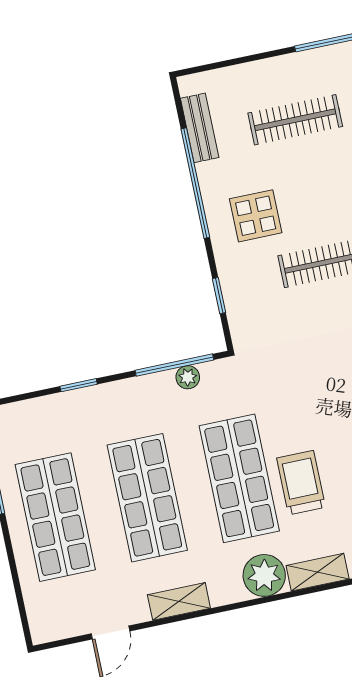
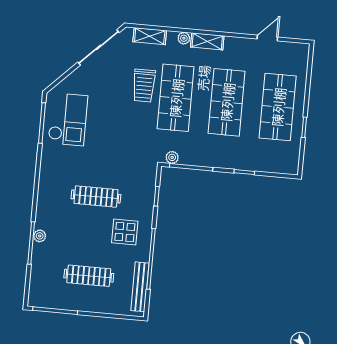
bench: (200, 128) -> (140, 287), width x1.36
plant: (188, 377) -> (172, 157), moved
plant: (264, 575) -> (184, 38), width x0.53, depth x0.53
shelving: (179, 601) -> (207, 41), moved

